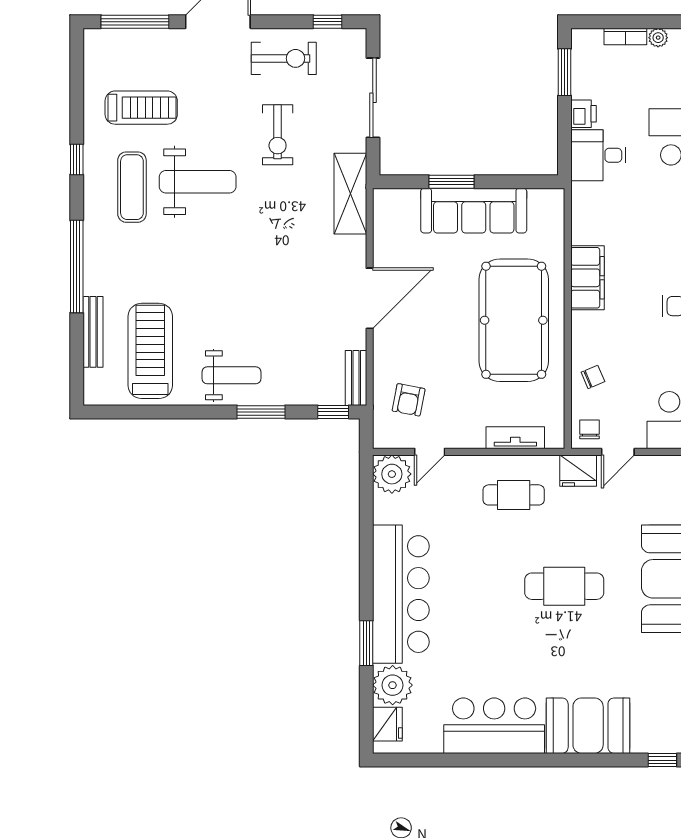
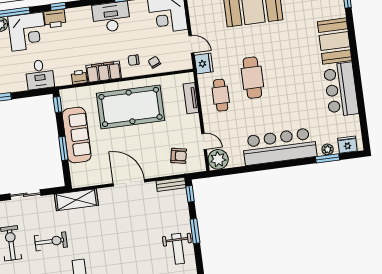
sliding door: (373, 98) -> (25, 195), width x0.73
printer: (583, 114) -> (79, 77), moved
window: (537, 182) -> (58, 104), added
weight bench: (231, 375) -> (178, 249), turned 180
chair: (589, 429) -> (134, 60), moved
cafe table: (564, 586) -> (252, 78), moved
window: (366, 643) -> (327, 158), moved
plant: (393, 685) -> (328, 149), width x0.53, depth x0.53

